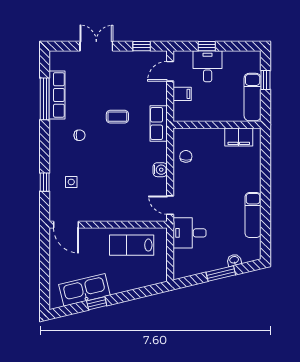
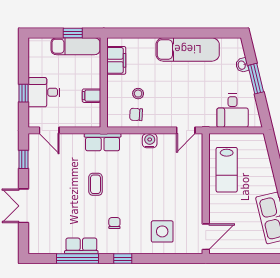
window: (265, 80) -> (73, 33), moved
filing cabinet: (182, 94) -> (92, 96), moved, turned -90
row of seats: (57, 95) -> (81, 246), width x0.68
stool: (206, 158) -> (138, 94), added
window: (45, 182) -> (123, 259), moved
side table: (71, 182) -> (162, 231), width x1.87, depth x1.87
exam couch: (253, 215) -> (188, 49), width x1.36, depth x1.45
desk: (190, 233) -> (233, 111), moved

